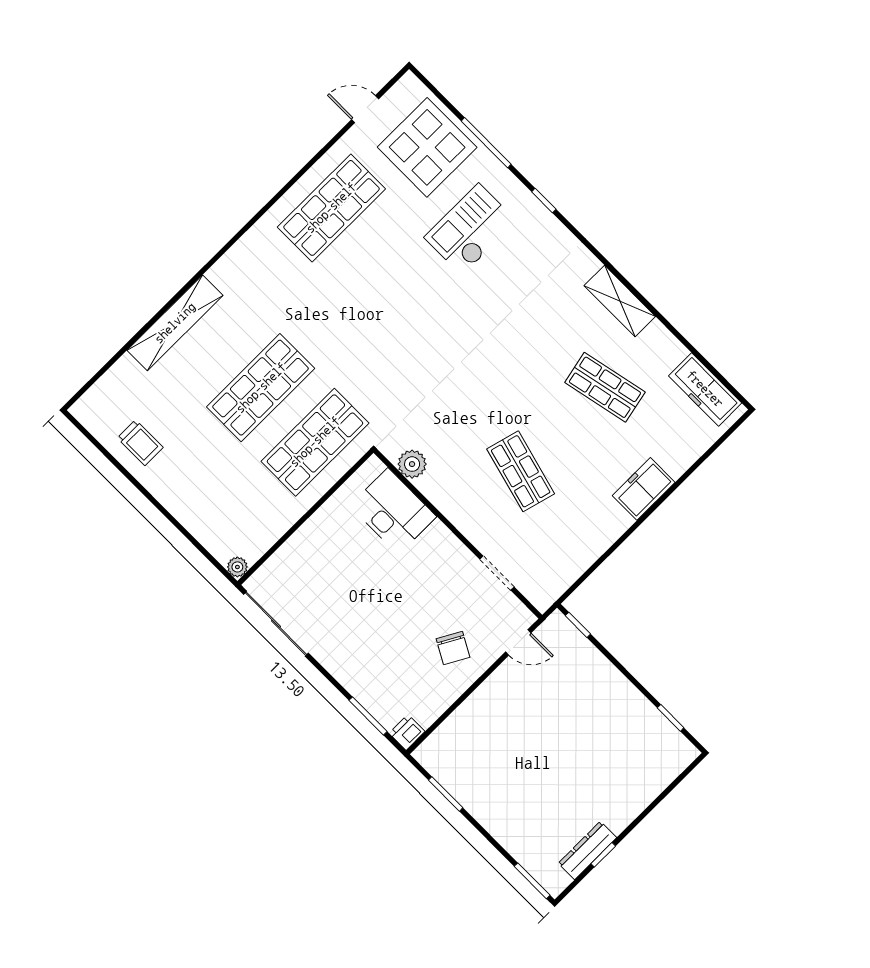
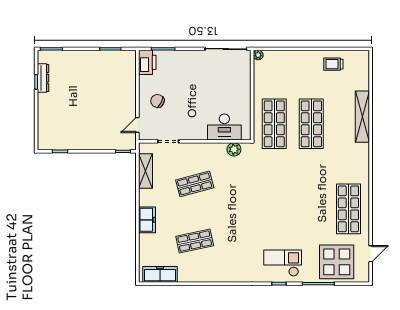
checkout: (470, 229) -> (283, 263), moved, turned -90
shelving: (620, 301) -> (145, 171), moved, turned 90
shop shelf: (521, 471) -> (195, 184), turned -30
printer: (407, 732) -> (147, 62), width x1.87, depth x1.48

